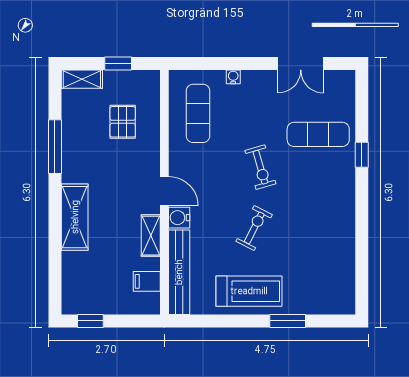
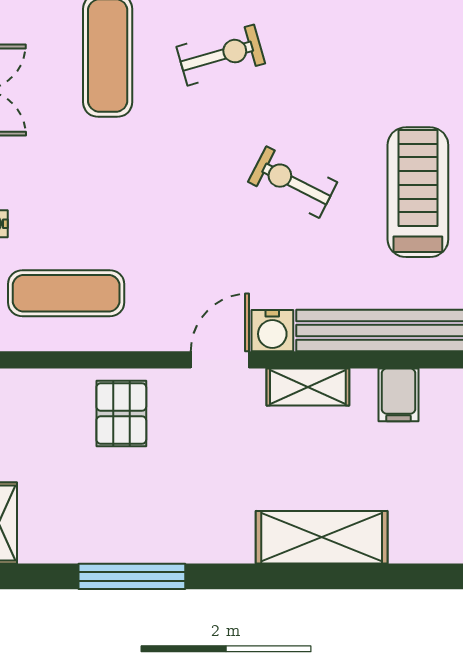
pallet: (123, 122) -> (121, 414), moved, turned 90
exercise bike: (260, 167) -> (221, 55), moved
shelving: (75, 217) -> (322, 537), moved

